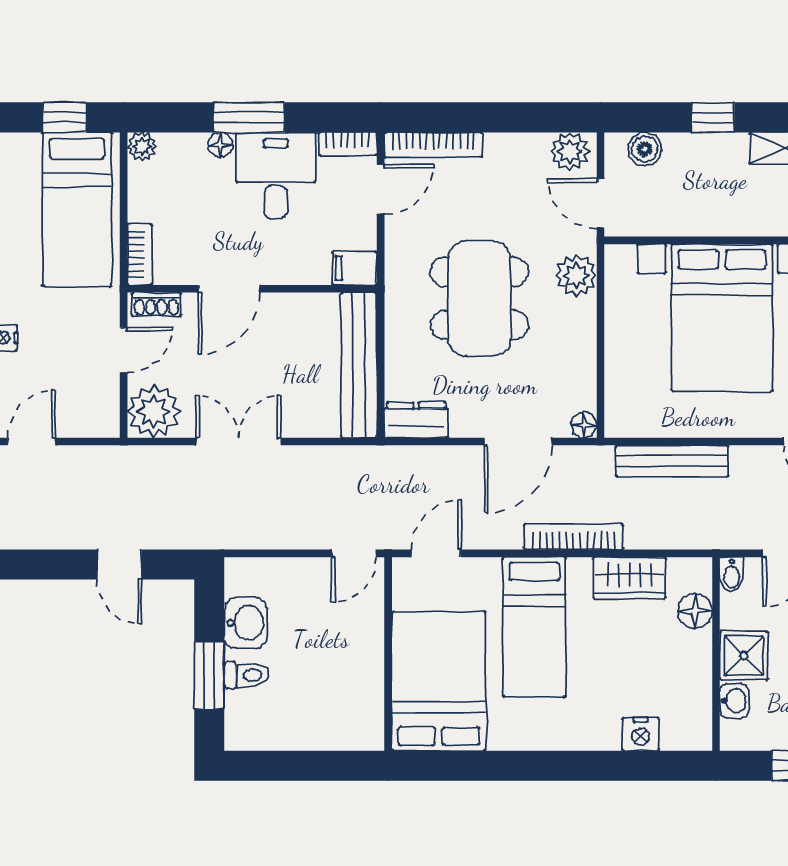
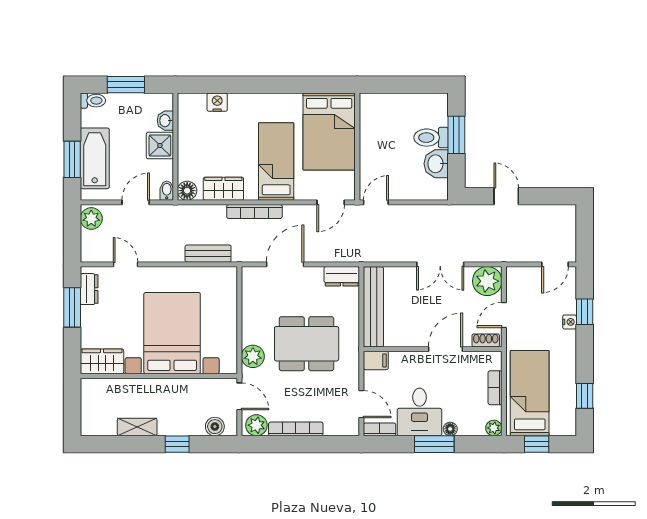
bookcase: (433, 145) -> (296, 429), moved
door: (381, 189) -> (361, 404), swing flipped
bookcase: (140, 254) -> (495, 388), moved
dining table: (479, 298) -> (307, 344), turned 90
floor lamp: (584, 425) -> (249, 273), removed
bench: (672, 461) -> (208, 254), width x0.73
floor lamp: (695, 611) -> (187, 191), moved
toilet: (246, 675) -> (431, 138), width x1.37, depth x1.39

